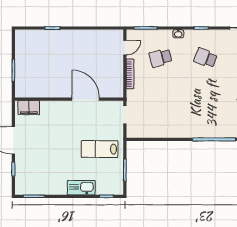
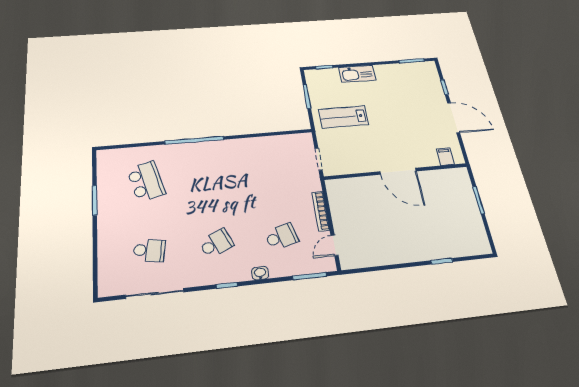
school desk: (205, 58) -> (216, 243), turned -45
door: (86, 99) -> (398, 171), moved
filing cabinet: (29, 108) -> (445, 157), width x0.50
lab bench: (100, 149) -> (343, 117), turned 180

